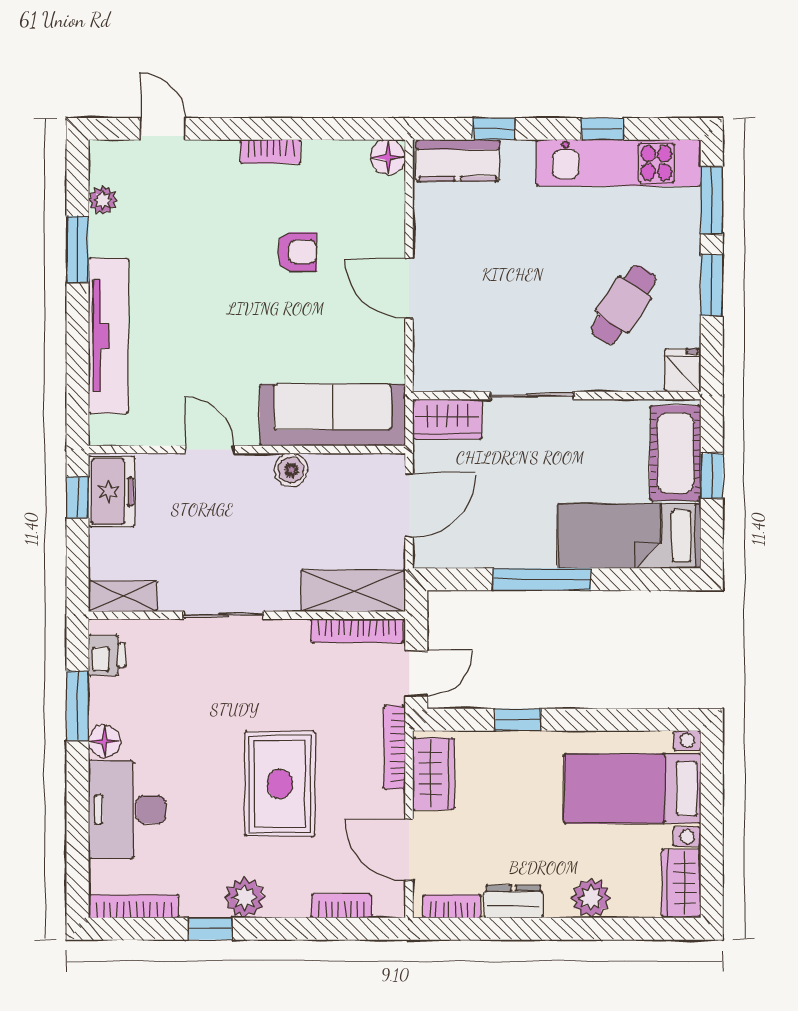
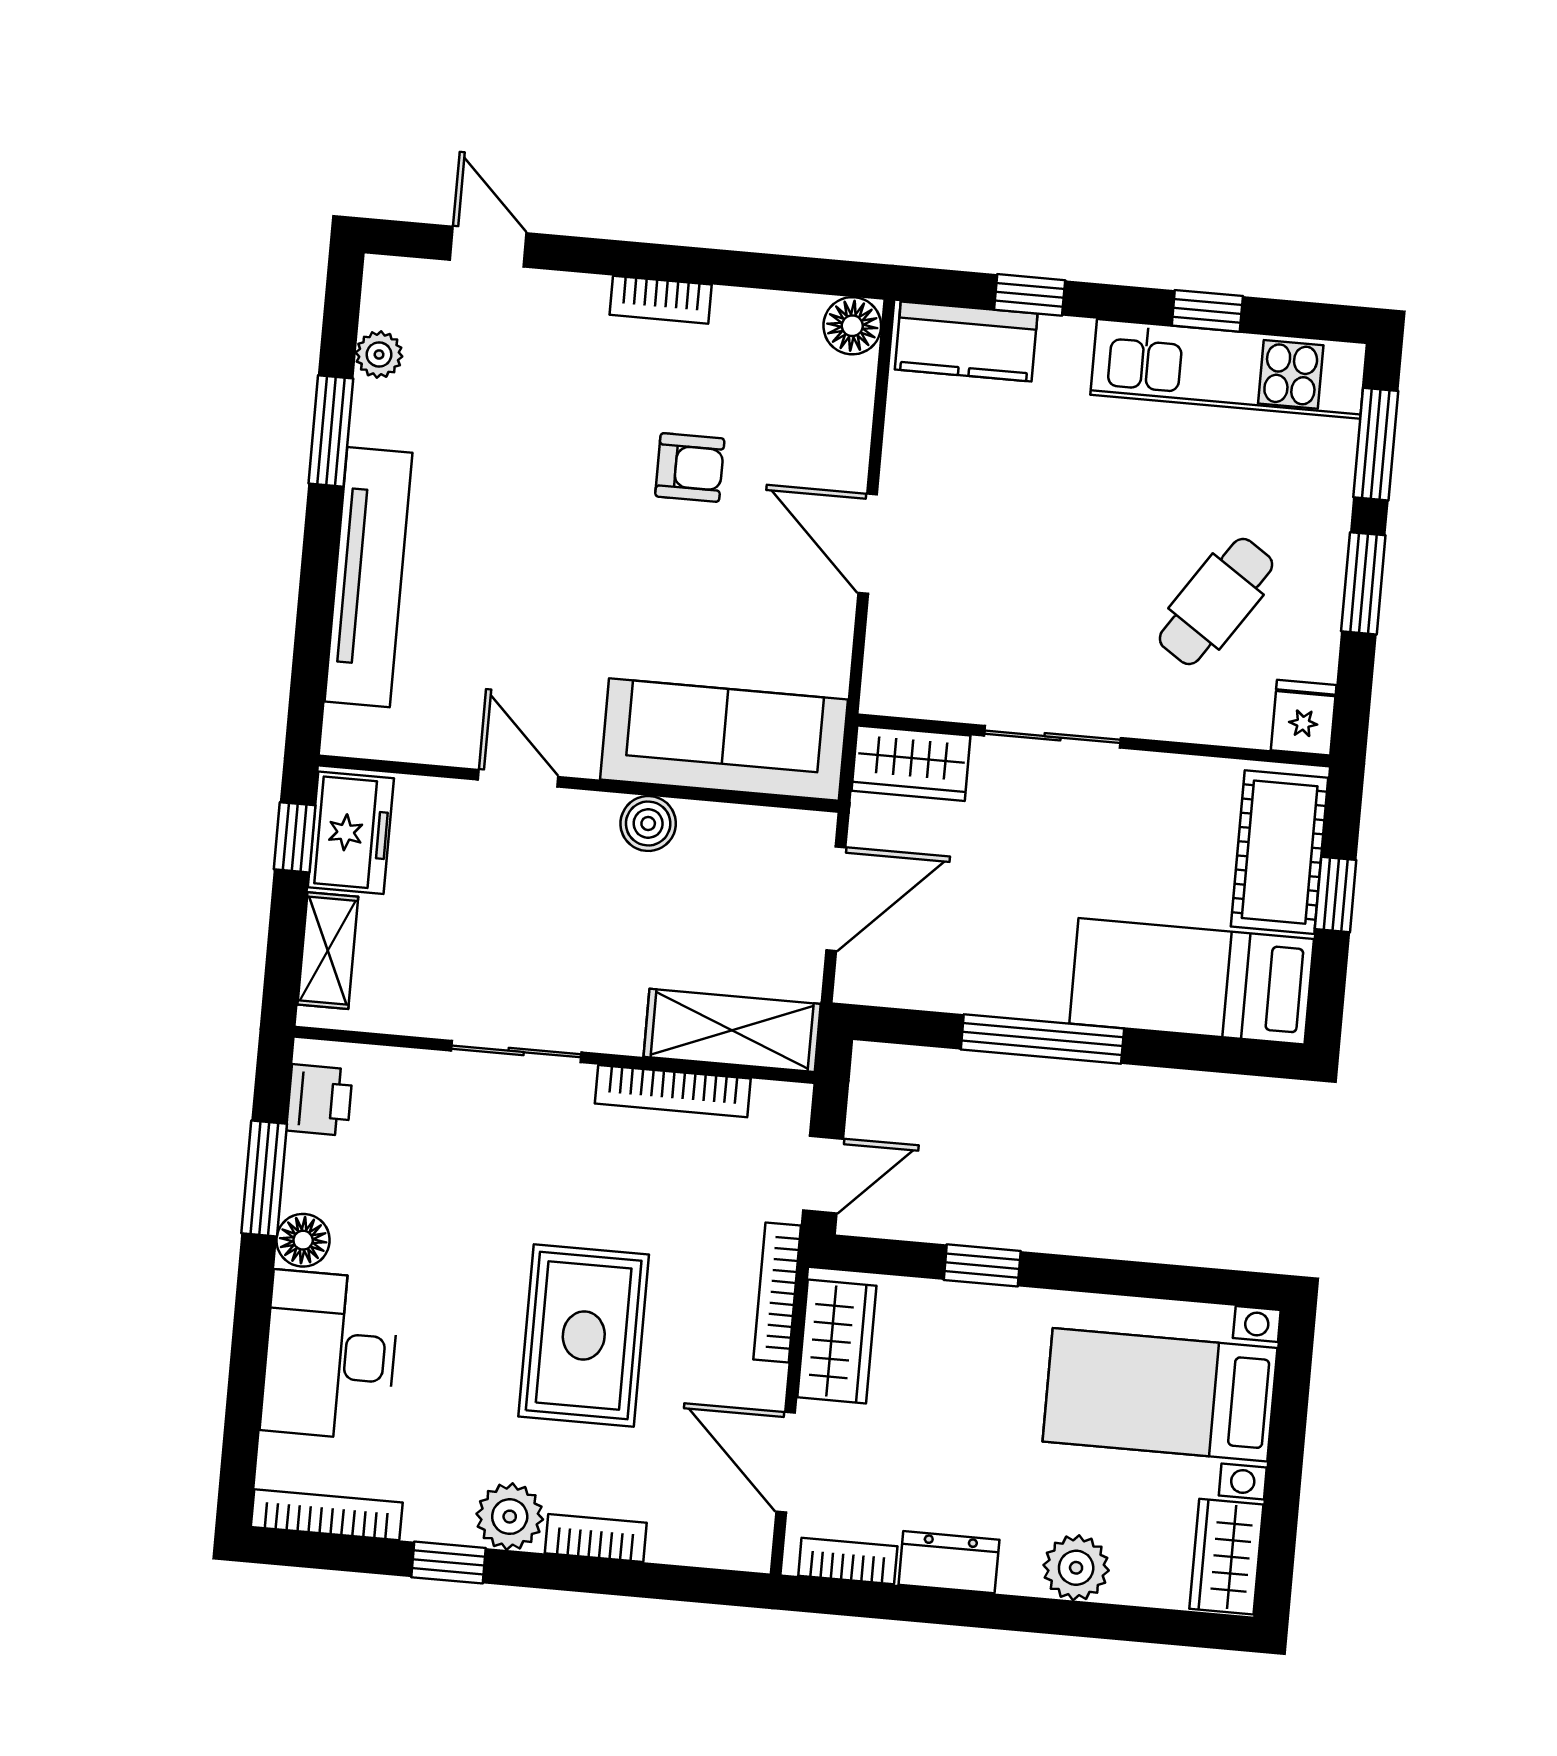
shelving: (123, 596) -> (328, 951), moved, turned 90
bookcase: (357, 631) -> (673, 1091), moved
bookcase: (342, 906) -> (596, 1538), moved

